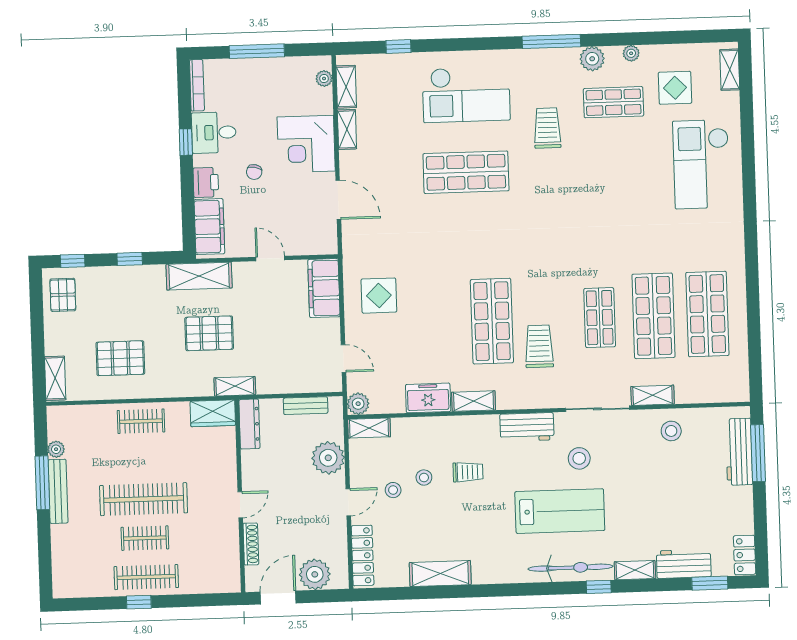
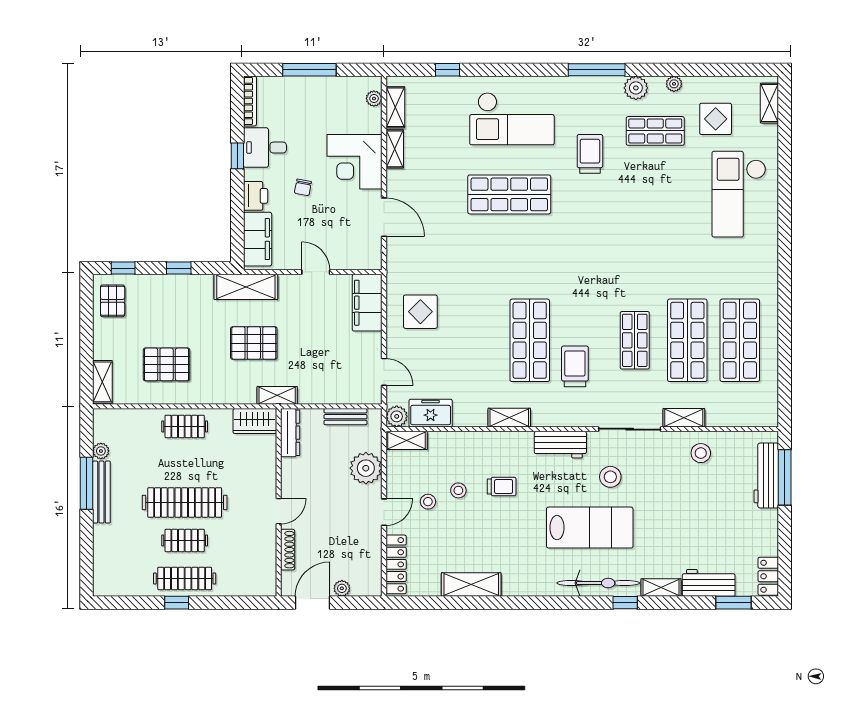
freezer: (428, 398) -> (431, 413), moved
plant: (315, 574) -> (342, 588), width x0.53, depth x0.53

